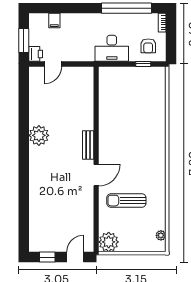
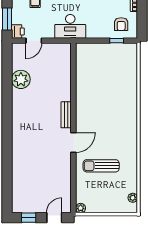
desk: (112, 48) -> (70, 26), moved
plant: (39, 135) -> (21, 79), moved
plant: (109, 242) -> (81, 208), width x0.53, depth x0.53

